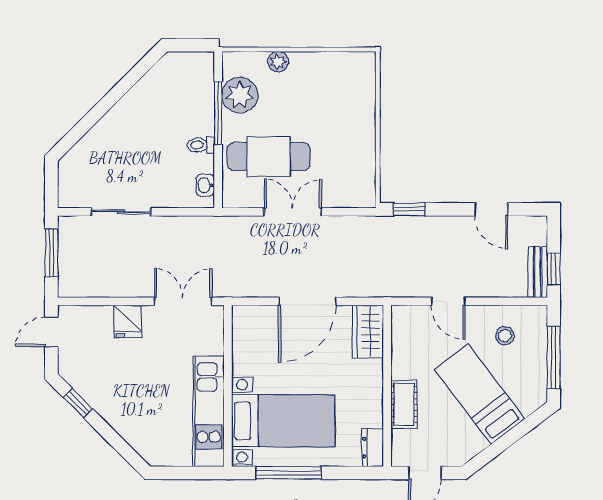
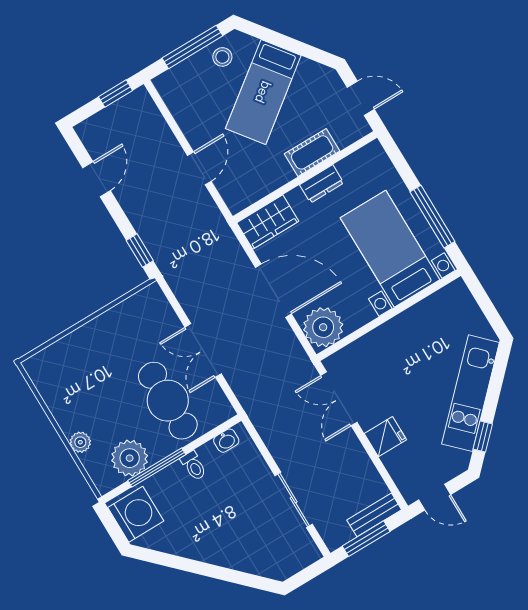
washing machine: (189, 72) -> (136, 514), added
bench: (538, 272) -> (374, 515), moved
plant: (251, 325) -> (323, 327), added
stool: (505, 336) -> (222, 57), moved
kitchen unit: (209, 411) -> (471, 393), moved, turned 135
dresser: (373, 448) -> (322, 184), moved

